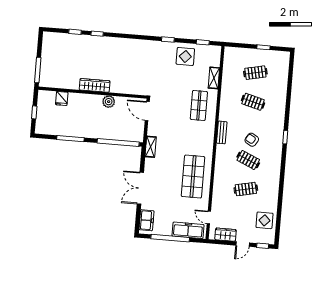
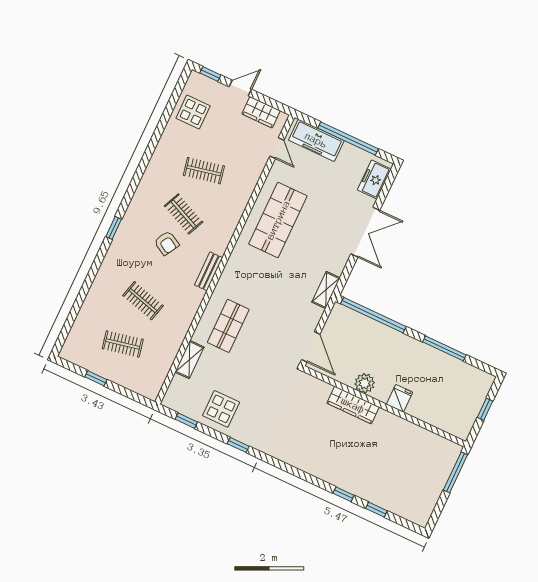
wardrobe: (95, 85) -> (353, 405), moved
fridge: (62, 98) -> (399, 398), moved

